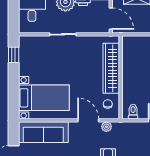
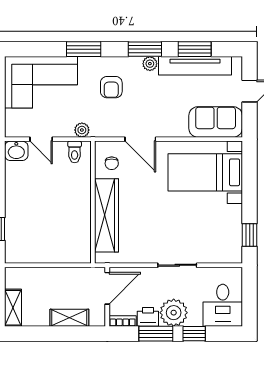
door: (111, 19) -> (107, 288), swing flipped
plant: (106, 127) -> (82, 130), moved
sofa: (43, 132) -> (216, 122), width x0.73

